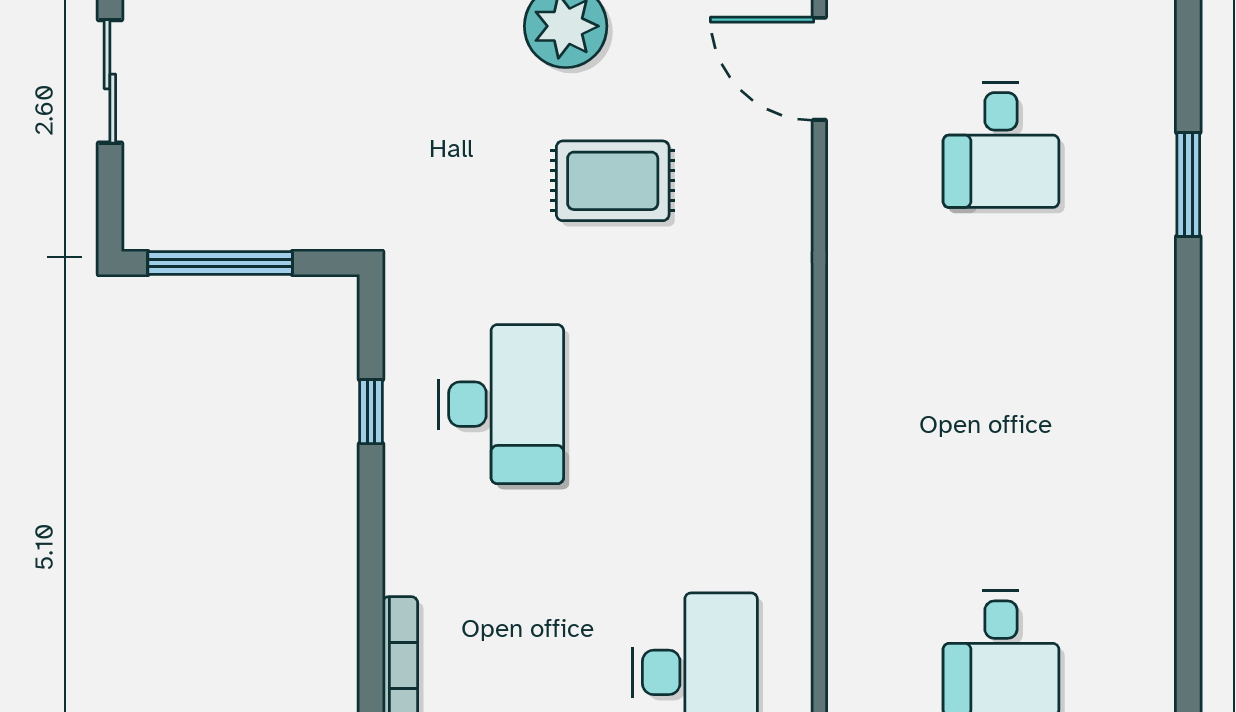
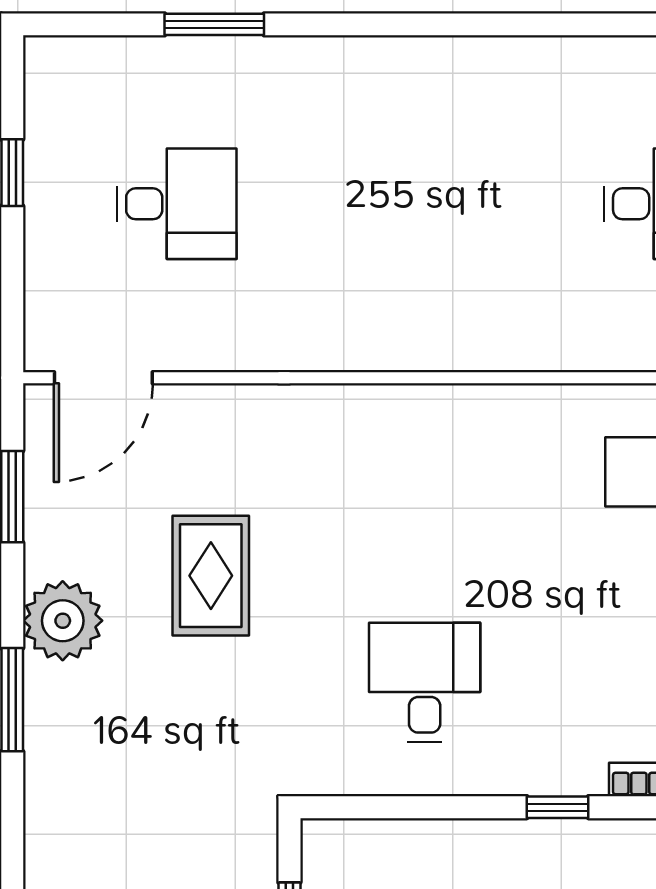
desk: (501, 404) -> (425, 683), width x0.73
window: (371, 412) -> (558, 807), moved

